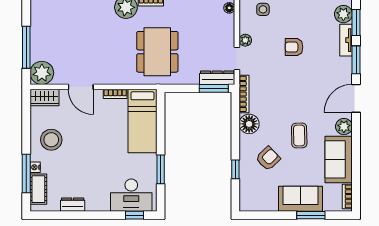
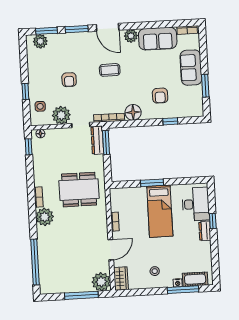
plant: (245, 40) -> (61, 115), width x1.88, depth x1.88
tv unit: (346, 40) -> (61, 38), removed
bed: (142, 121) -> (160, 211), moved, turned 90
coffee table: (299, 135) -> (110, 70), moved
stool: (51, 140) -> (155, 271), width x0.53, depth x0.53
armchair: (268, 159) -> (160, 96), turned -136
window: (161, 169) -> (152, 183), moved
dresser: (73, 205) -> (205, 231), moved
window: (135, 215) -> (213, 221), moved
window: (311, 215) -> (205, 86), moved

